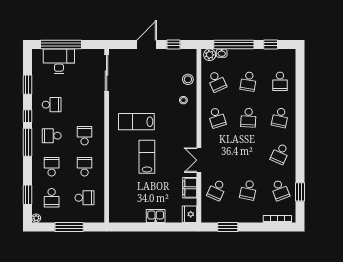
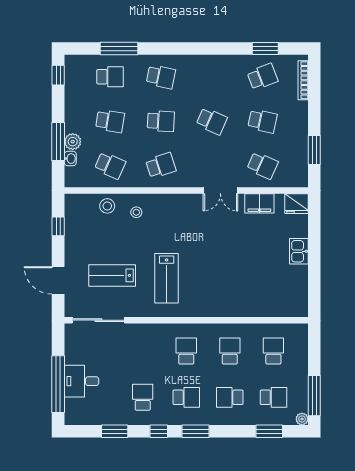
door: (147, 44) -> (58, 280), moved
window: (234, 44) -> (58, 141), width x0.68
window: (271, 44) -> (58, 75), moved
plant: (210, 55) -> (73, 142), moved
desk: (59, 61) -> (82, 381), width x0.73
school desk: (217, 81) -> (110, 165), turned 48
window: (300, 88) -> (119, 49), added
school desk: (52, 136) -> (186, 397), turned -90
school desk: (85, 136) -> (186, 351), turned 90
window: (27, 142) -> (195, 431), width x0.69
school desk: (280, 154) -> (212, 121), moved
lab bench: (147, 157) -> (112, 275), moved
school desk: (85, 167) -> (230, 351), turned 90
window: (69, 227) -> (314, 396), moved

